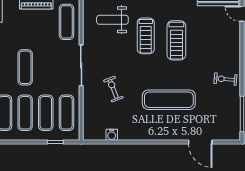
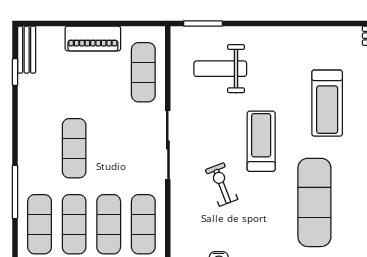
treadmill: (146, 36) -> (261, 141), moved, turned 180
exercise mat: (169, 100) -> (314, 202), turned 90

